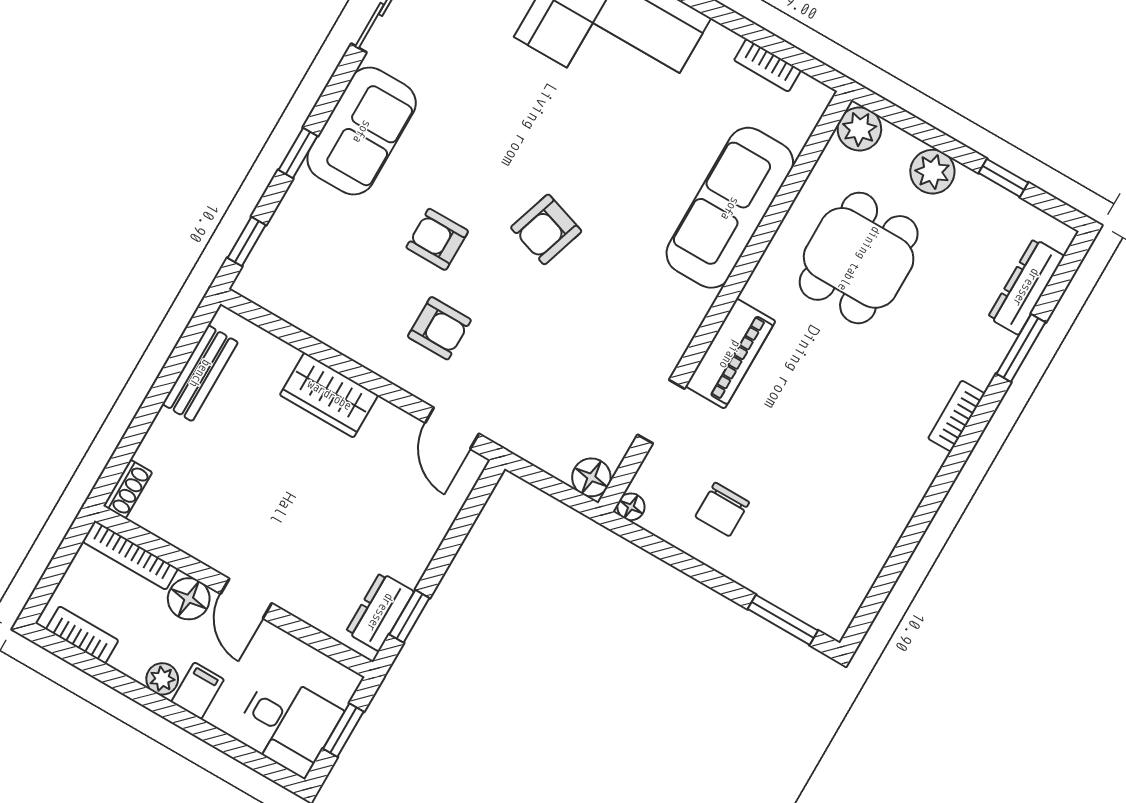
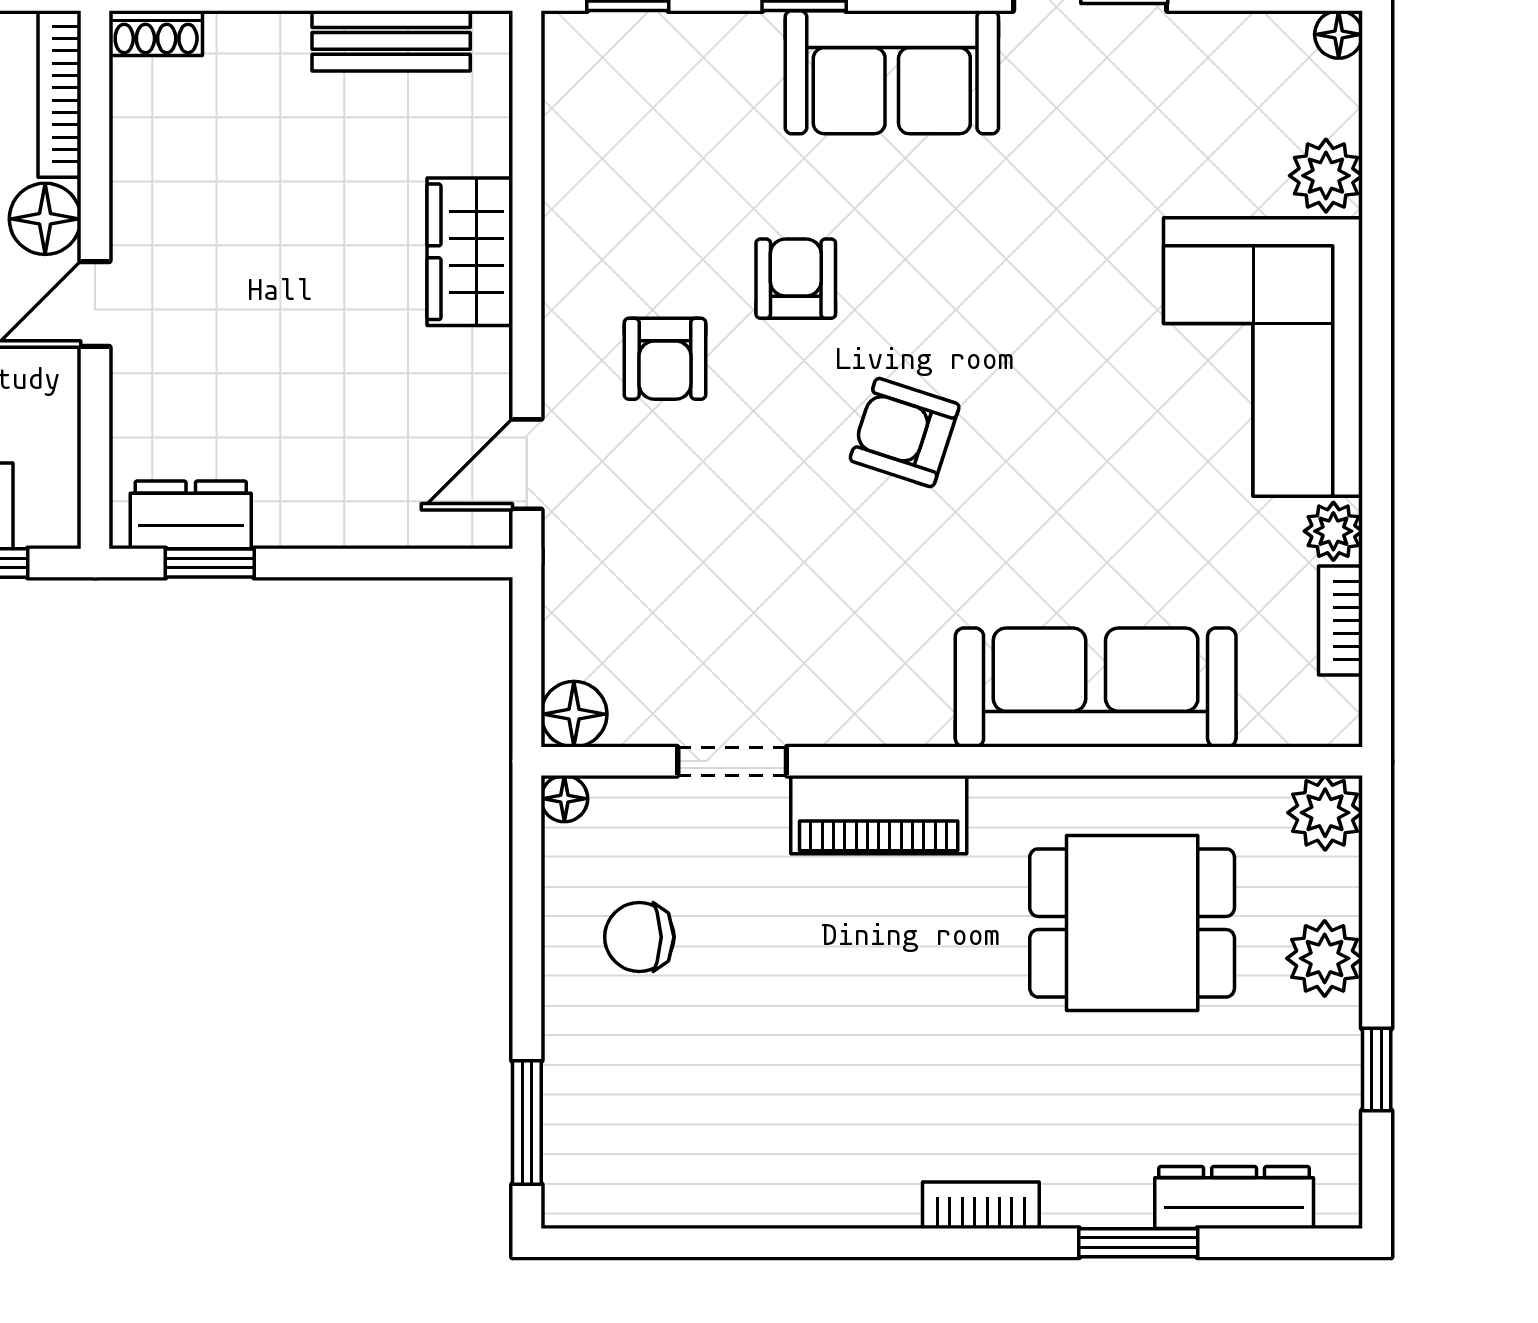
plant: (720, 43) -> (1333, 531), added

